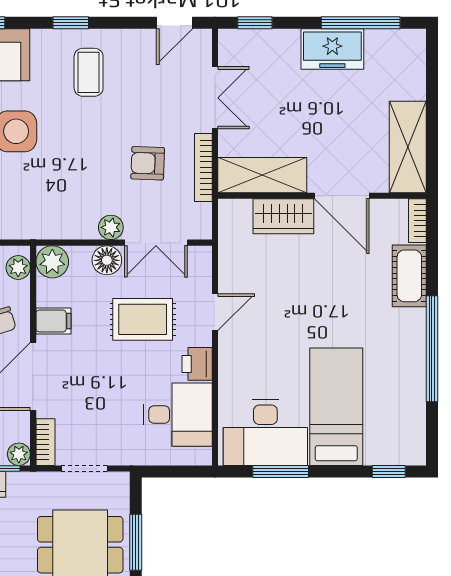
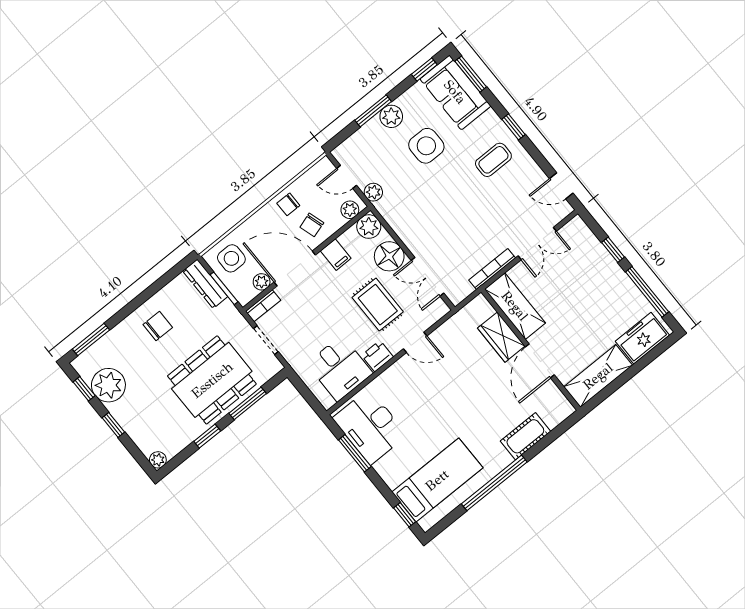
window: (255, 23) -> (613, 250), moved
freezer: (332, 49) -> (642, 338), moved, turned 90
armchair: (148, 163) -> (469, 235), removed
bookcase: (417, 221) -> (561, 415), removed
plant: (111, 227) -> (373, 192), moved
floor lamp: (107, 260) -> (389, 256), width x1.38, depth x1.38
bed: (336, 407) -> (437, 480), moved
plant: (19, 454) -> (262, 282), moved

